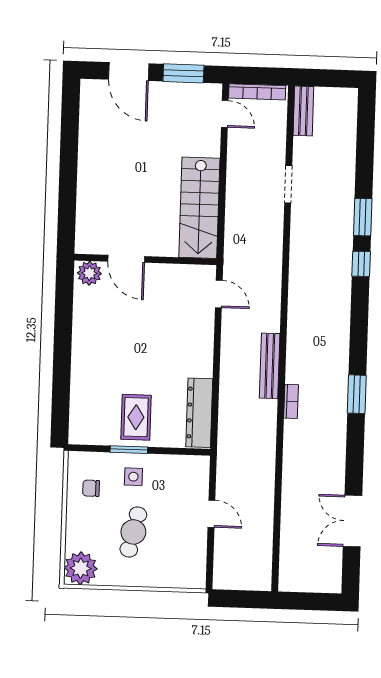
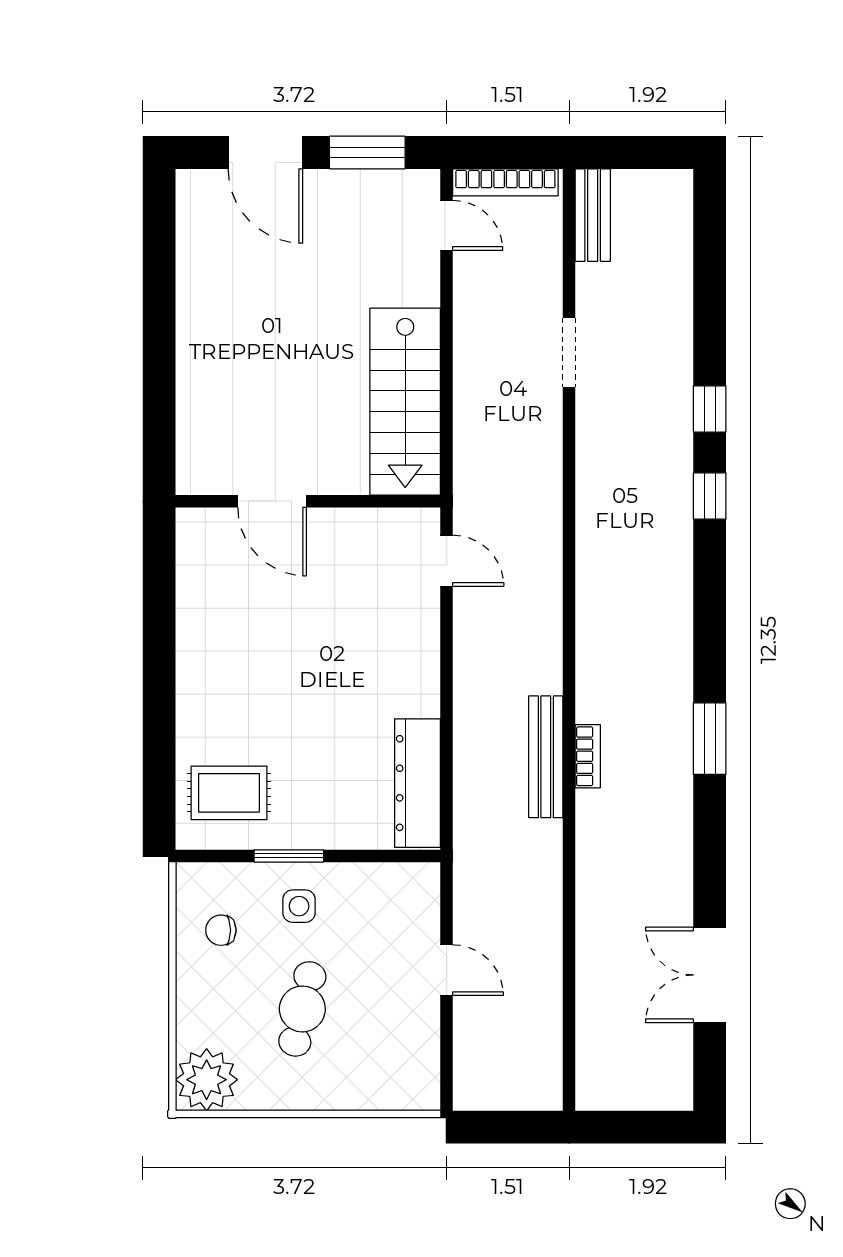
window: (363, 217) -> (710, 409), width x0.67
plant: (89, 273) -> (205, 530), removed
bench: (270, 366) -> (546, 757), moved
rug: (136, 417) -> (229, 793), moved, turned 90

